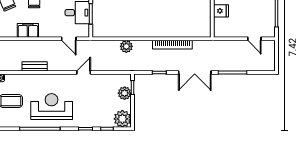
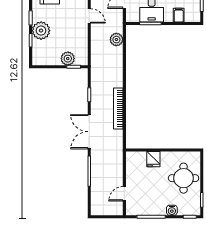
plant: (126, 46) -> (116, 40), moved
plant: (122, 119) -> (41, 31), moved

